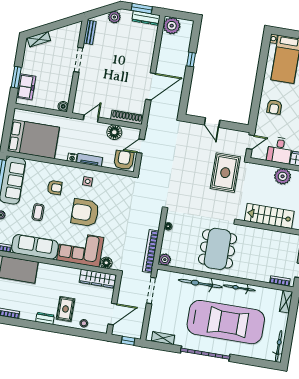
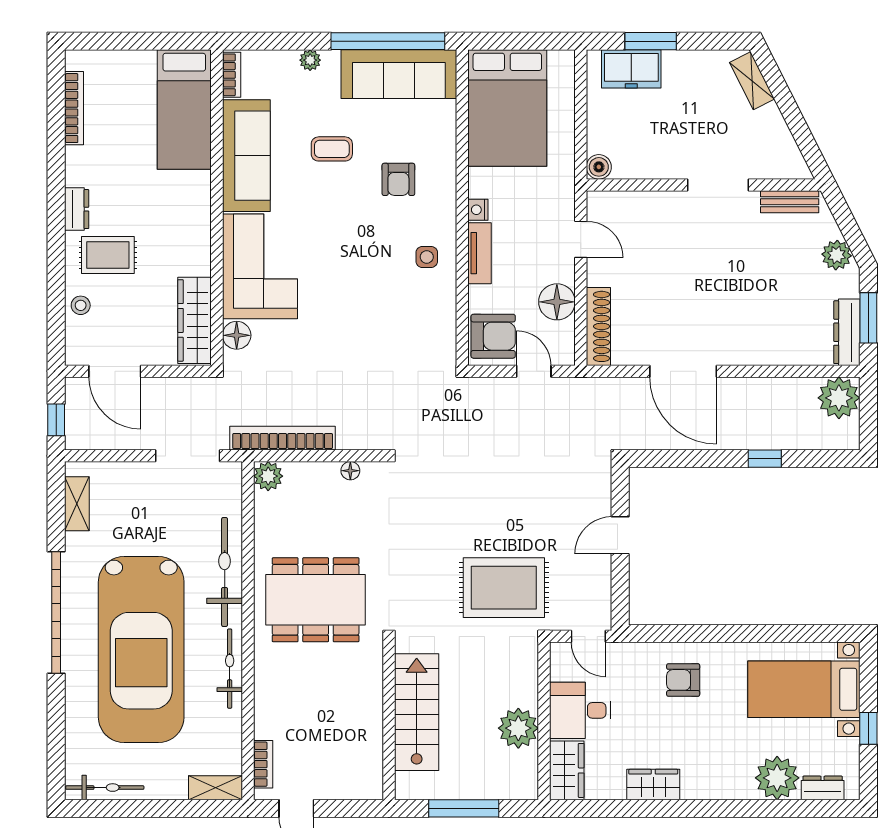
armchair: (85, 213) -> (350, 263), removed

